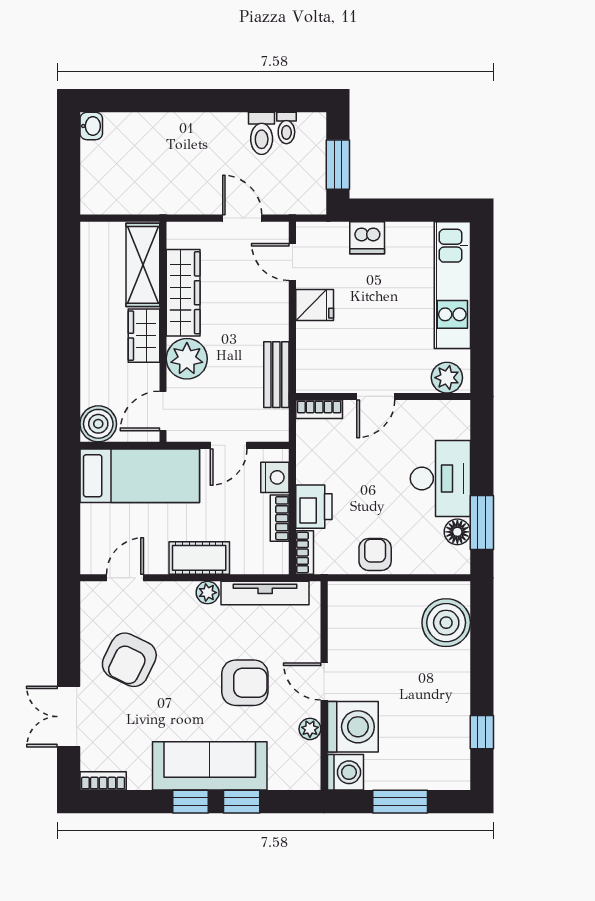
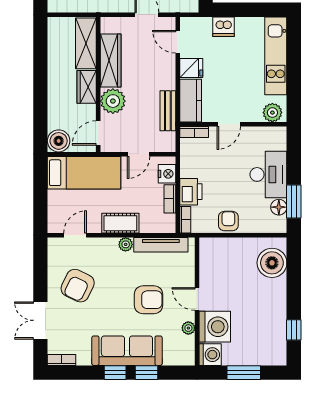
kitchen counter: (313, 358) -> (191, 101), added

